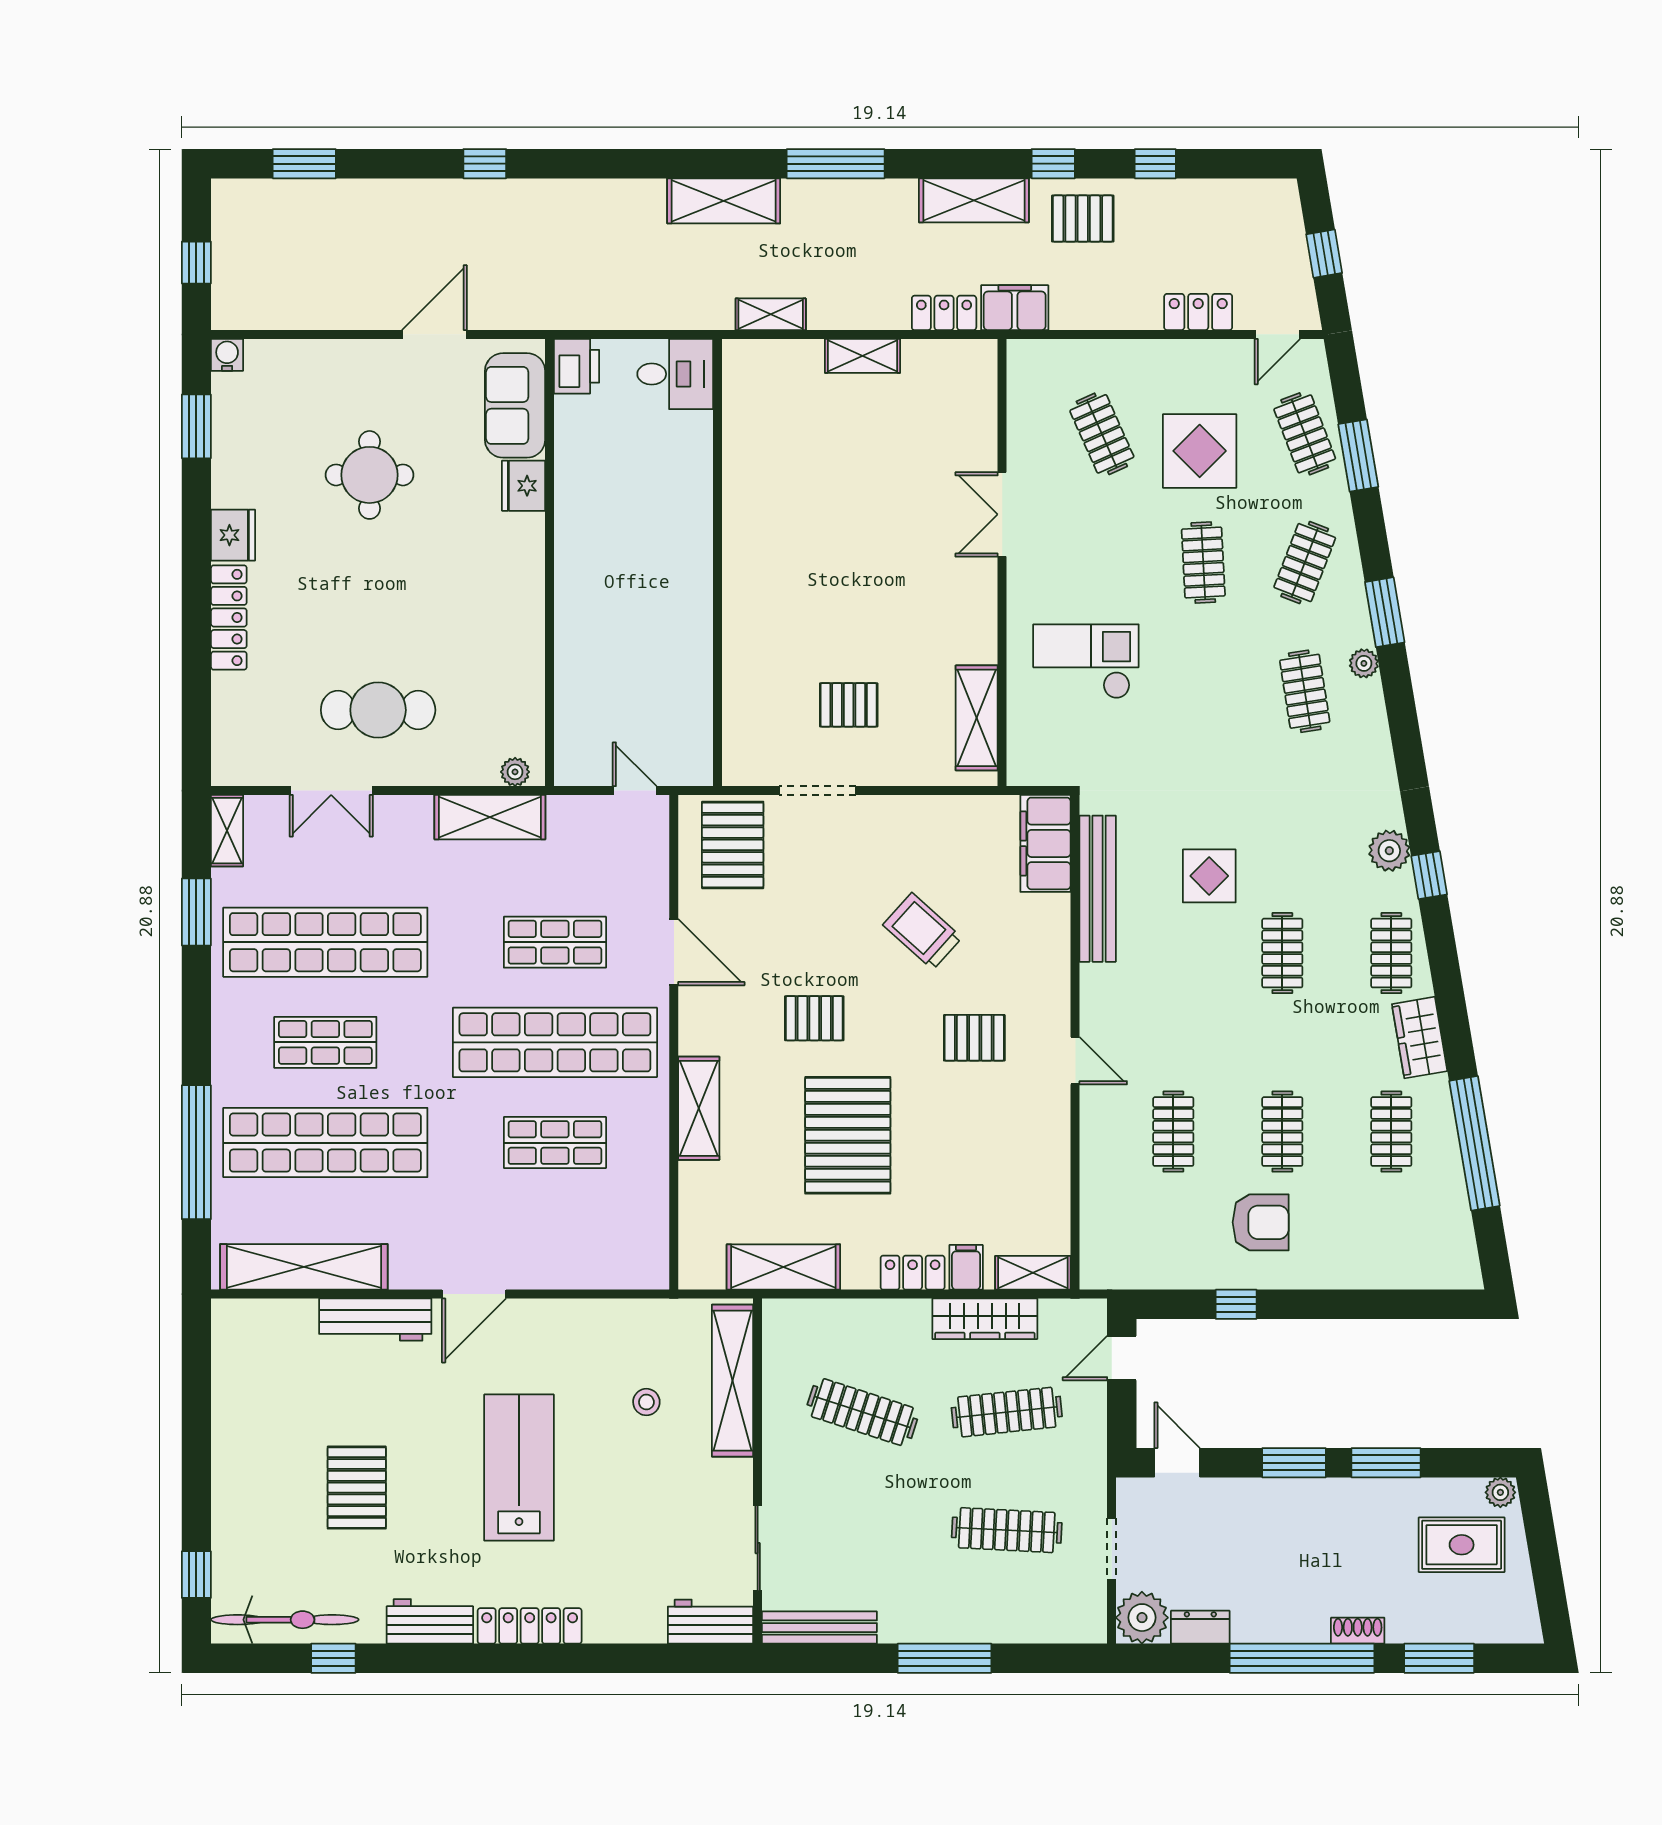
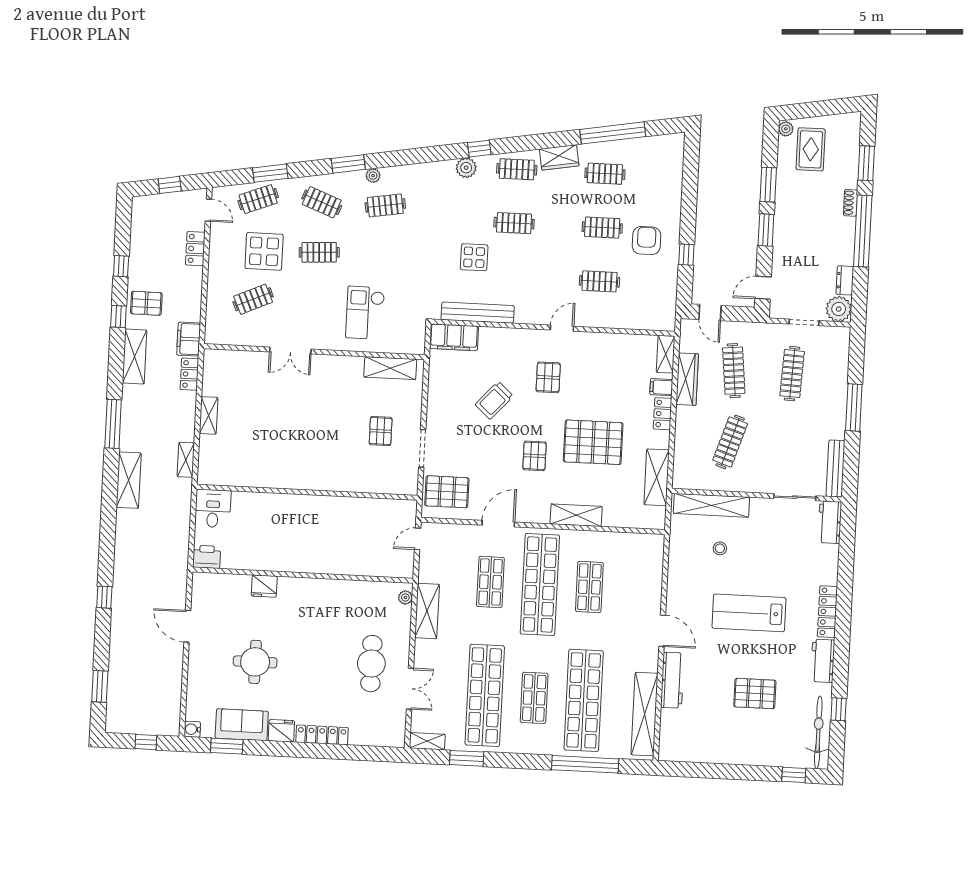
pallet: (1083, 219) -> (146, 303), turned 90
sofa: (515, 405) -> (242, 725), moved, turned 180

